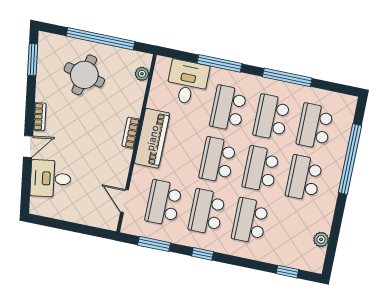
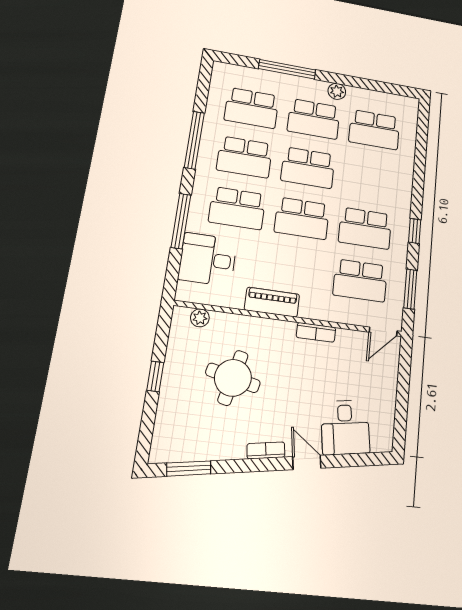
window: (101, 39) -> (155, 376), width x0.32
round table: (84, 75) -> (233, 378), moved
bookcase: (131, 133) -> (316, 332), moved
piano: (152, 138) -> (272, 302), width x0.73, depth x0.75
window: (350, 159) -> (287, 69), width x0.68
door: (125, 201) -> (383, 332), moved
school desk: (250, 221) -> (374, 130), moved
plant: (321, 239) -> (337, 91), moved
window: (287, 272) -> (422, 135), removed

